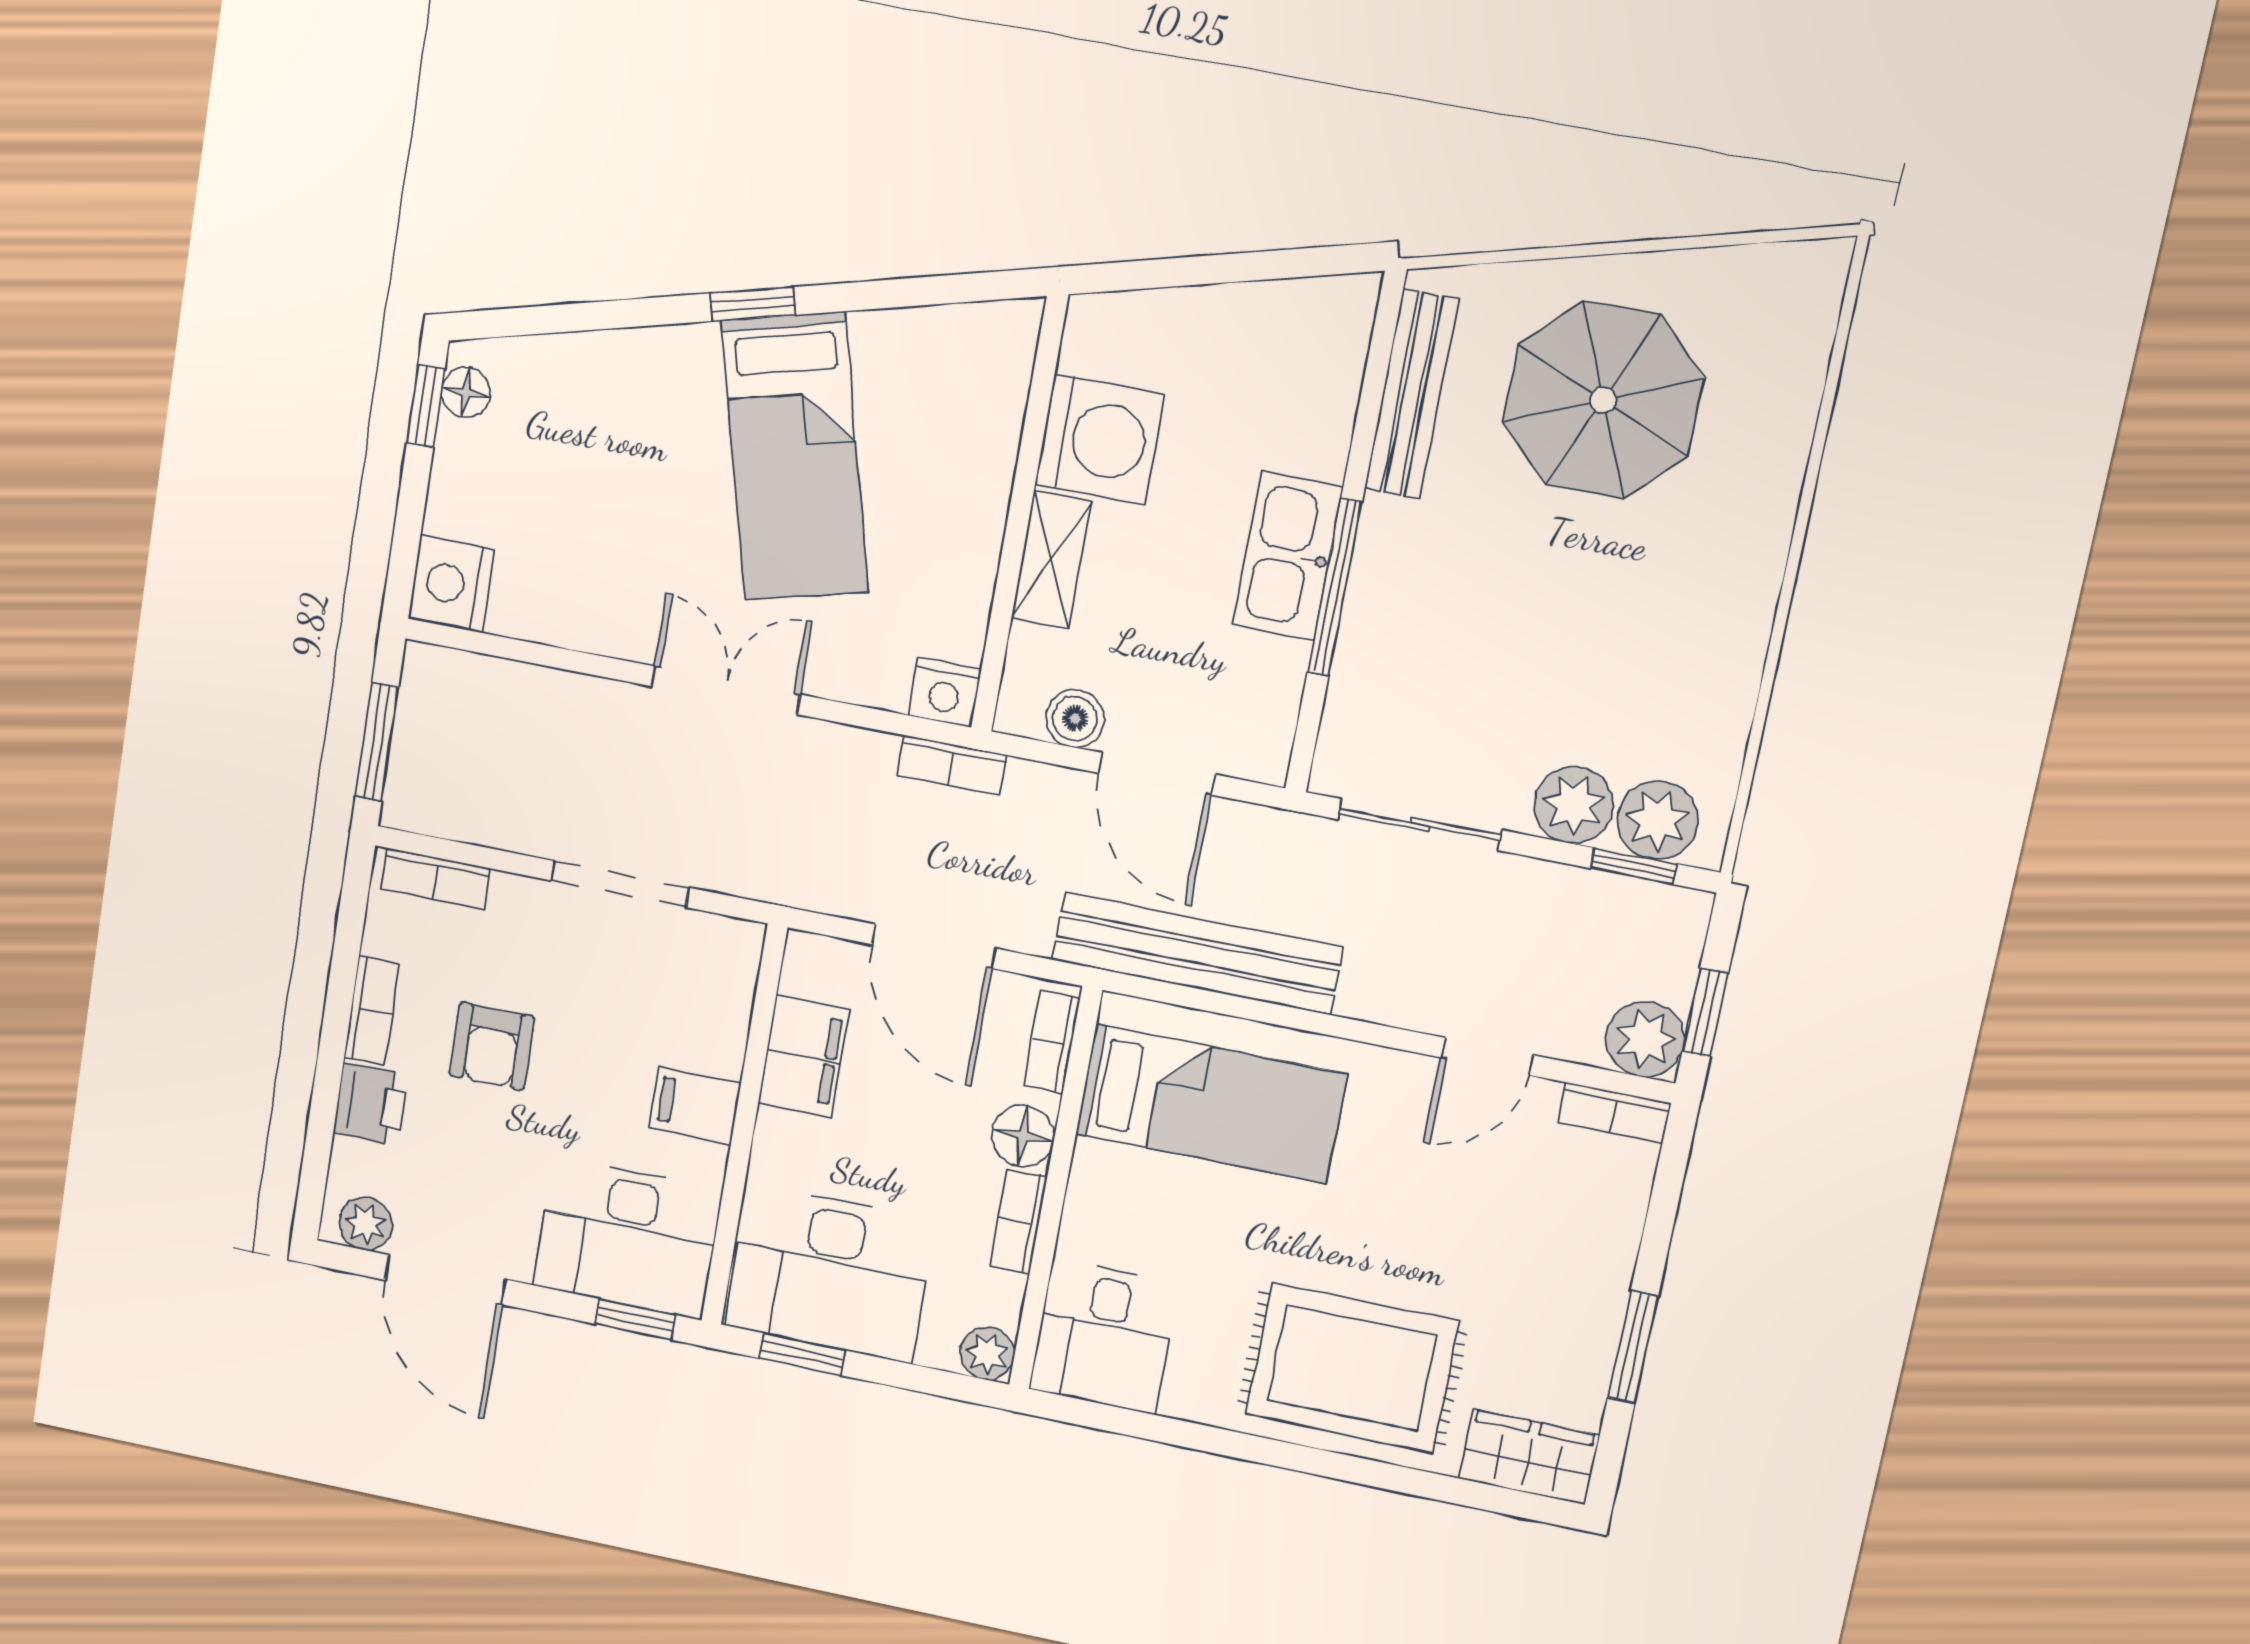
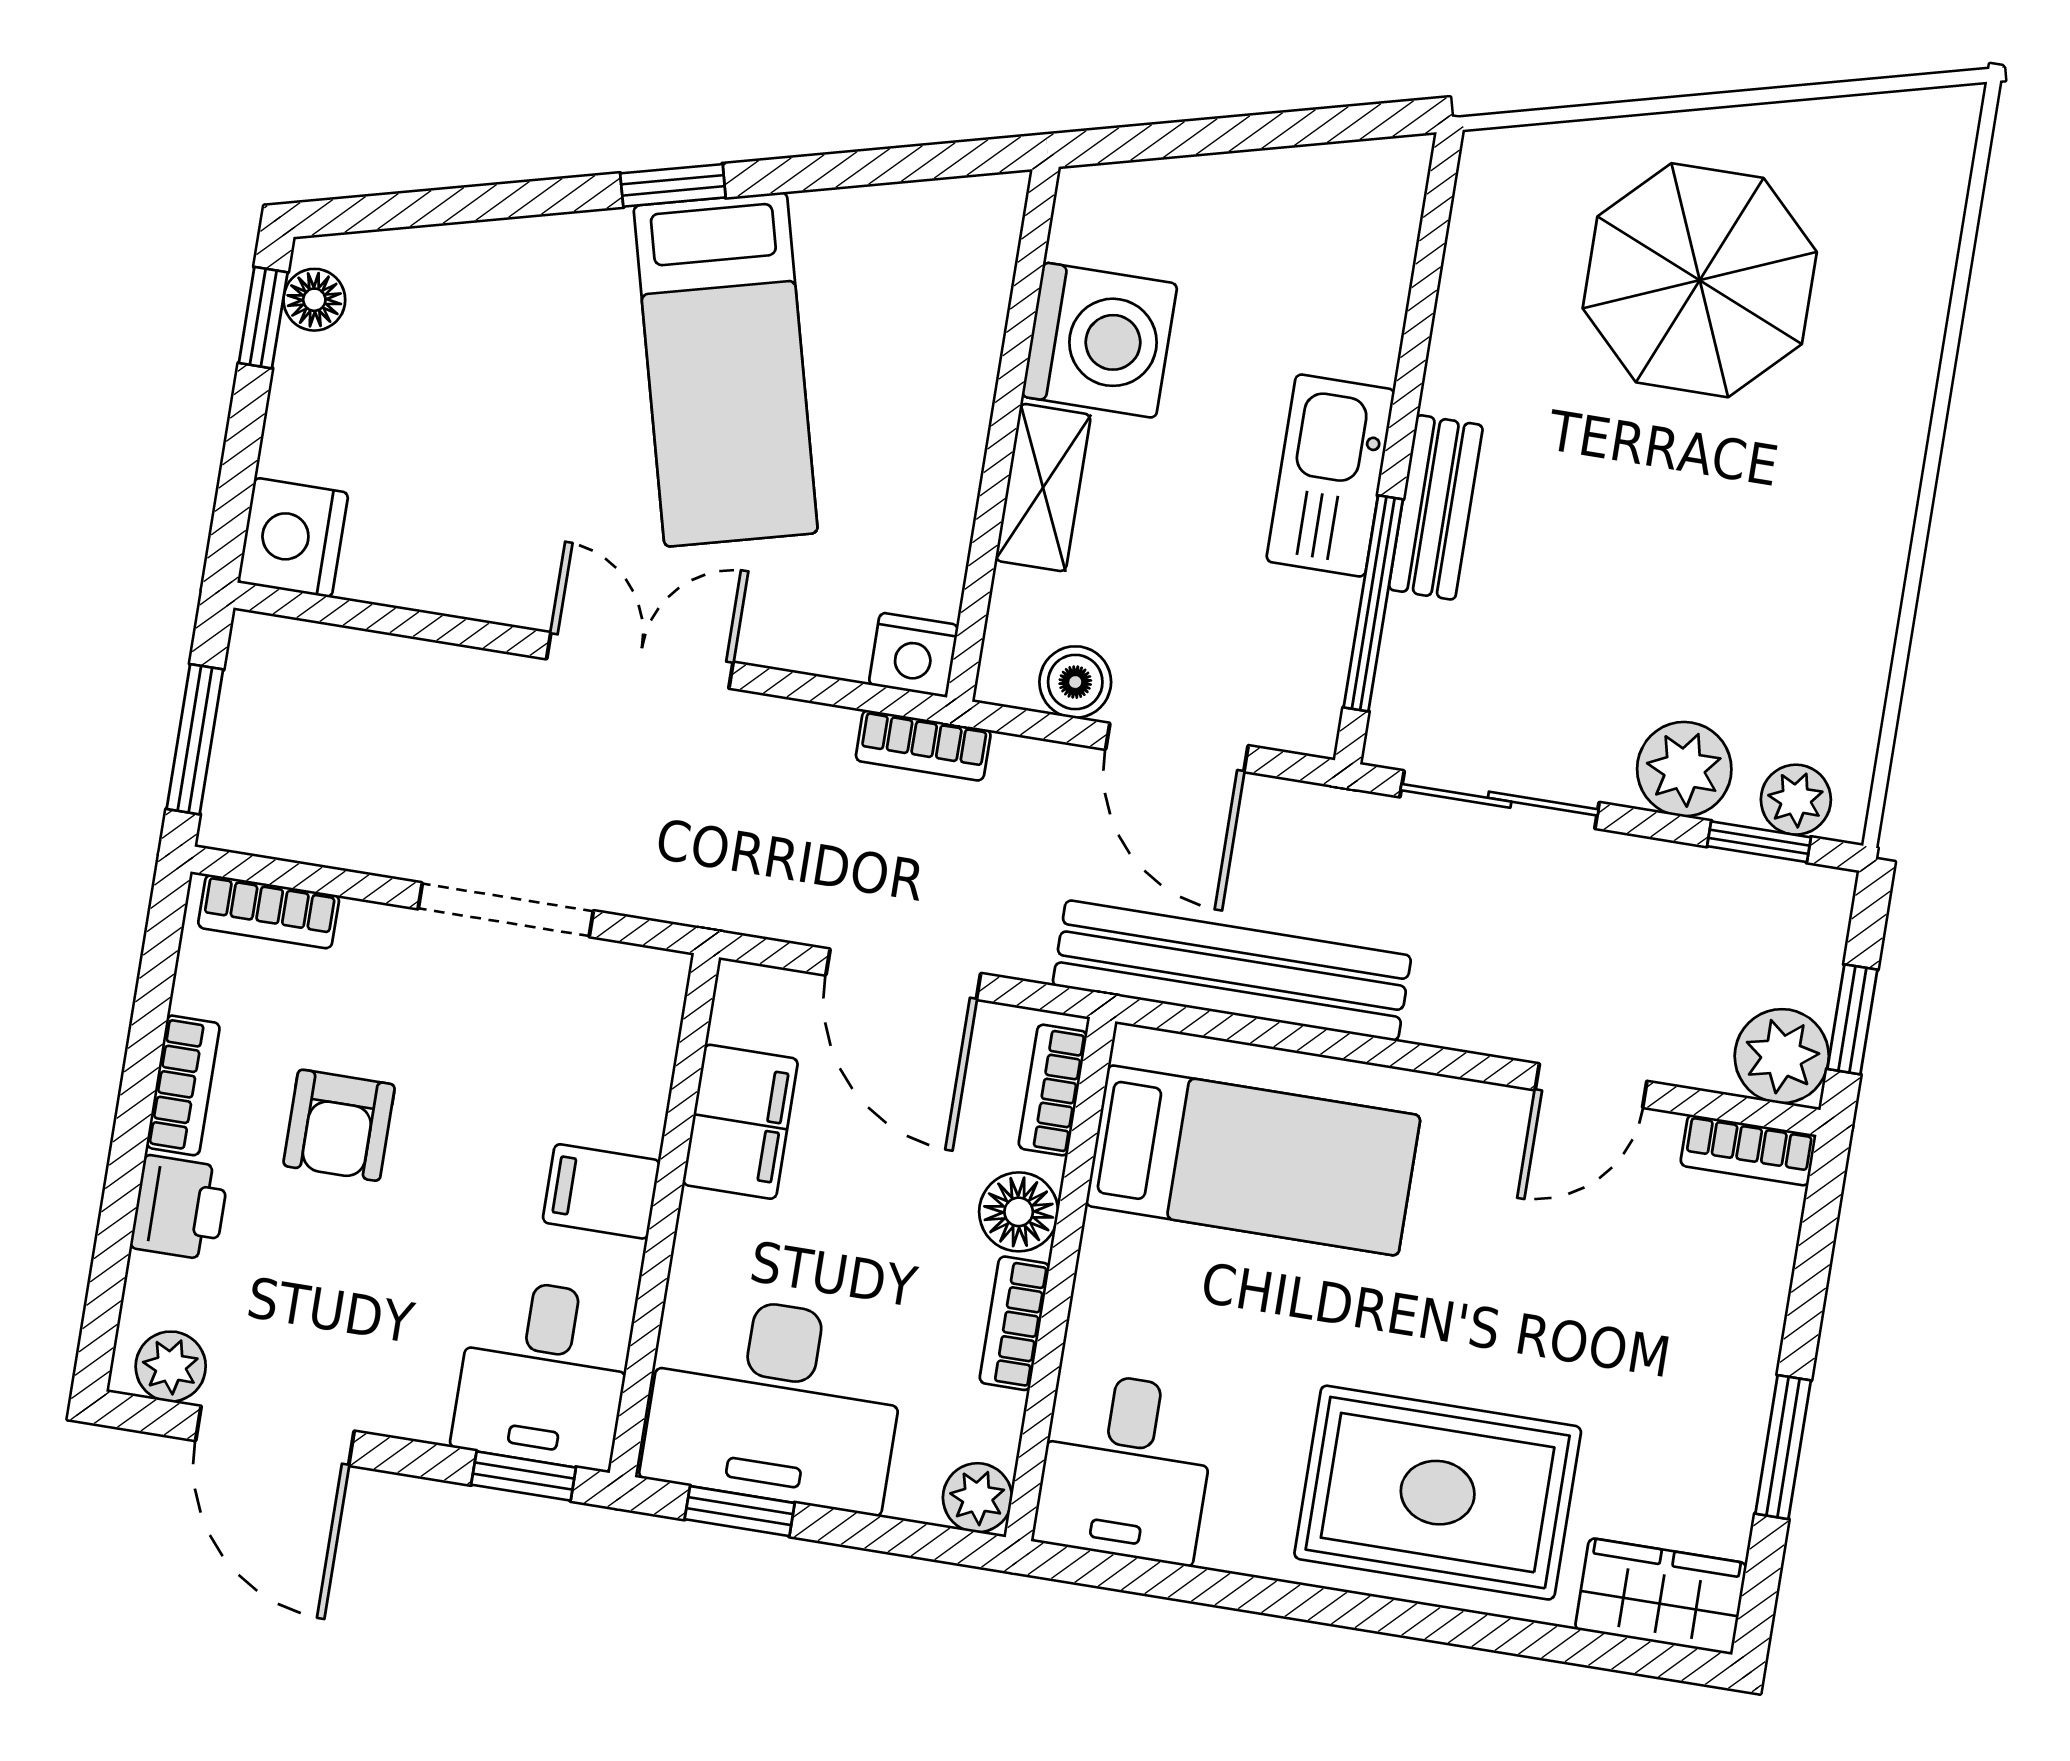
bench: (1411, 394) -> (1436, 507), moved, width x0.73
window: (1335, 587) -> (1373, 603), moved
plant: (1657, 820) -> (1796, 800), width x0.73, depth x0.73
desk: (627, 1238) -> (543, 1373), width x0.73

